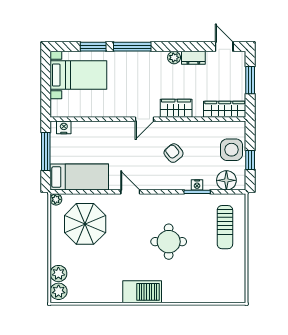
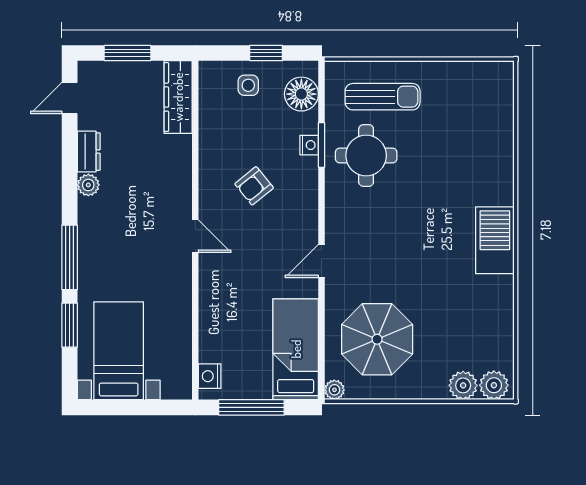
wardrobe: (176, 108) -> (176, 181), removed
side table: (231, 150) -> (248, 85), width x0.54, depth x0.54
round table: (169, 242) -> (366, 155), moved

